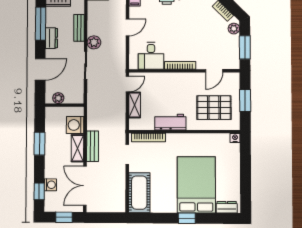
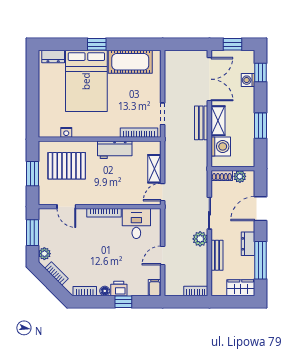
door: (214, 71) -> (66, 207), swing flipped
shoe rack: (74, 99) -> (222, 175), added
nightstand: (235, 138) -> (66, 132), moved
cot: (139, 193) -> (130, 62), moved, turned 90

